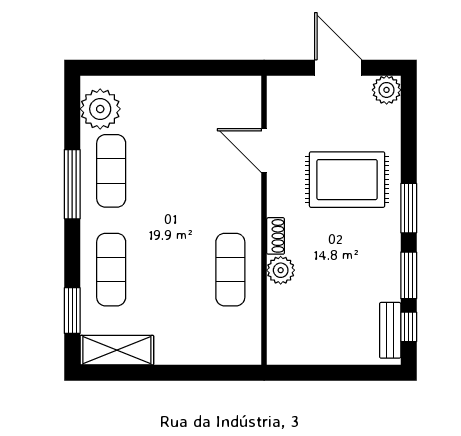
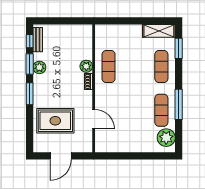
door: (338, 68) -> (61, 156), hinge flipped
plant: (387, 90) -> (39, 67), moved
rug: (347, 180) -> (55, 121), moved

